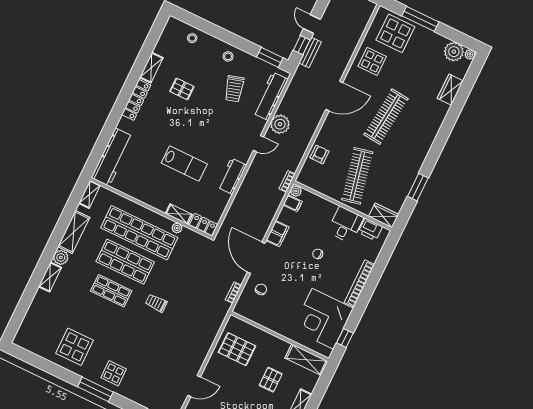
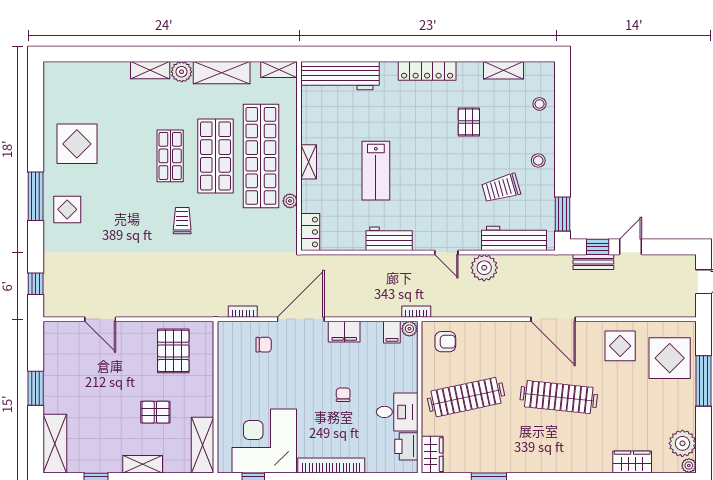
shelving: (151, 68) -> (503, 70), moved
armchair: (320, 154) -> (445, 342), moved
shelving: (179, 214) -> (309, 162), moved

